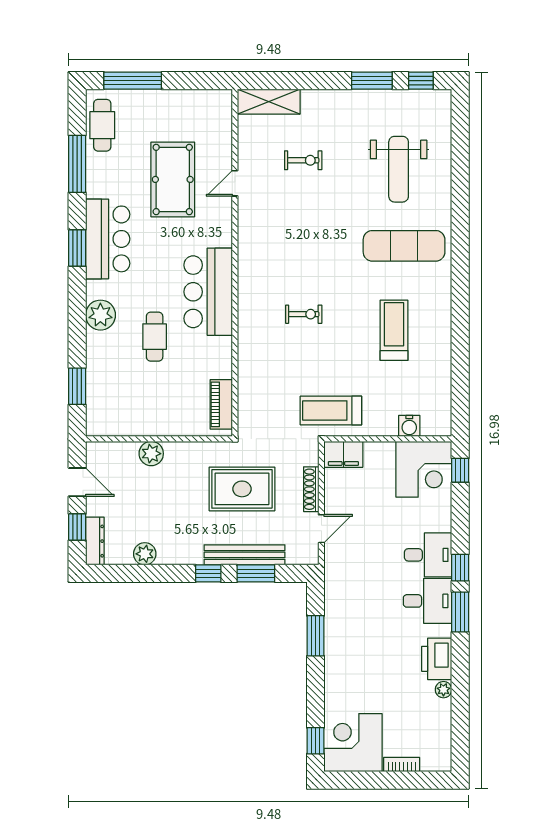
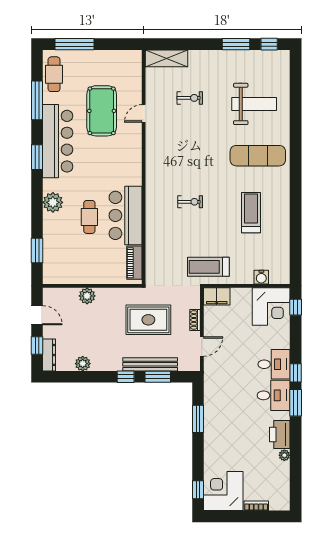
weight bench: (399, 169) -> (254, 104), turned -90
bar counter: (108, 239) -> (58, 141), width x1.36
bar counter: (208, 292) -> (126, 215), moved
shoe rack: (311, 489) -> (195, 320), width x0.70

